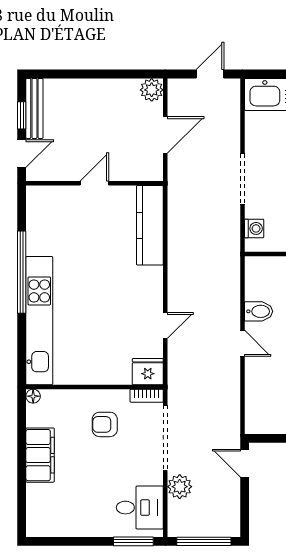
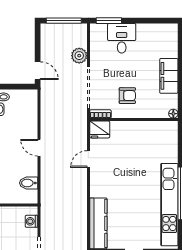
bidet: (259, 311) -> (29, 183), moved
kitchen unit: (39, 321) -> (169, 205), moved
desk: (140, 508) -> (122, 38), moved, turned 90

